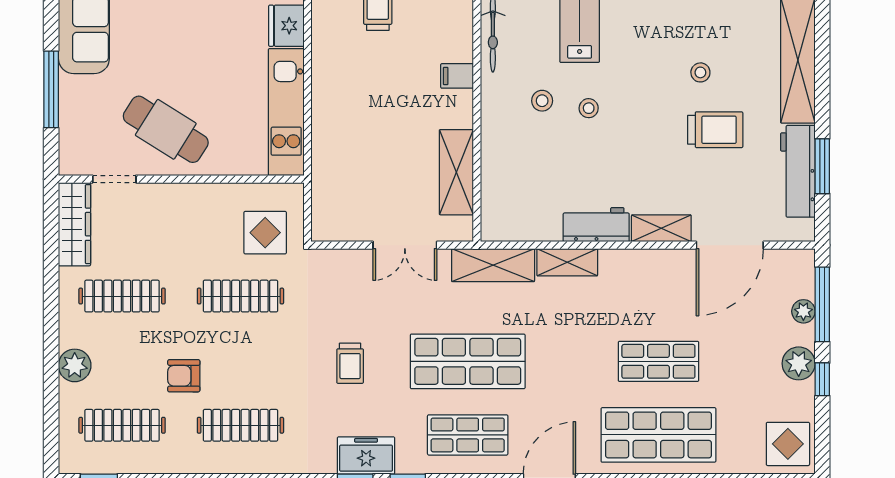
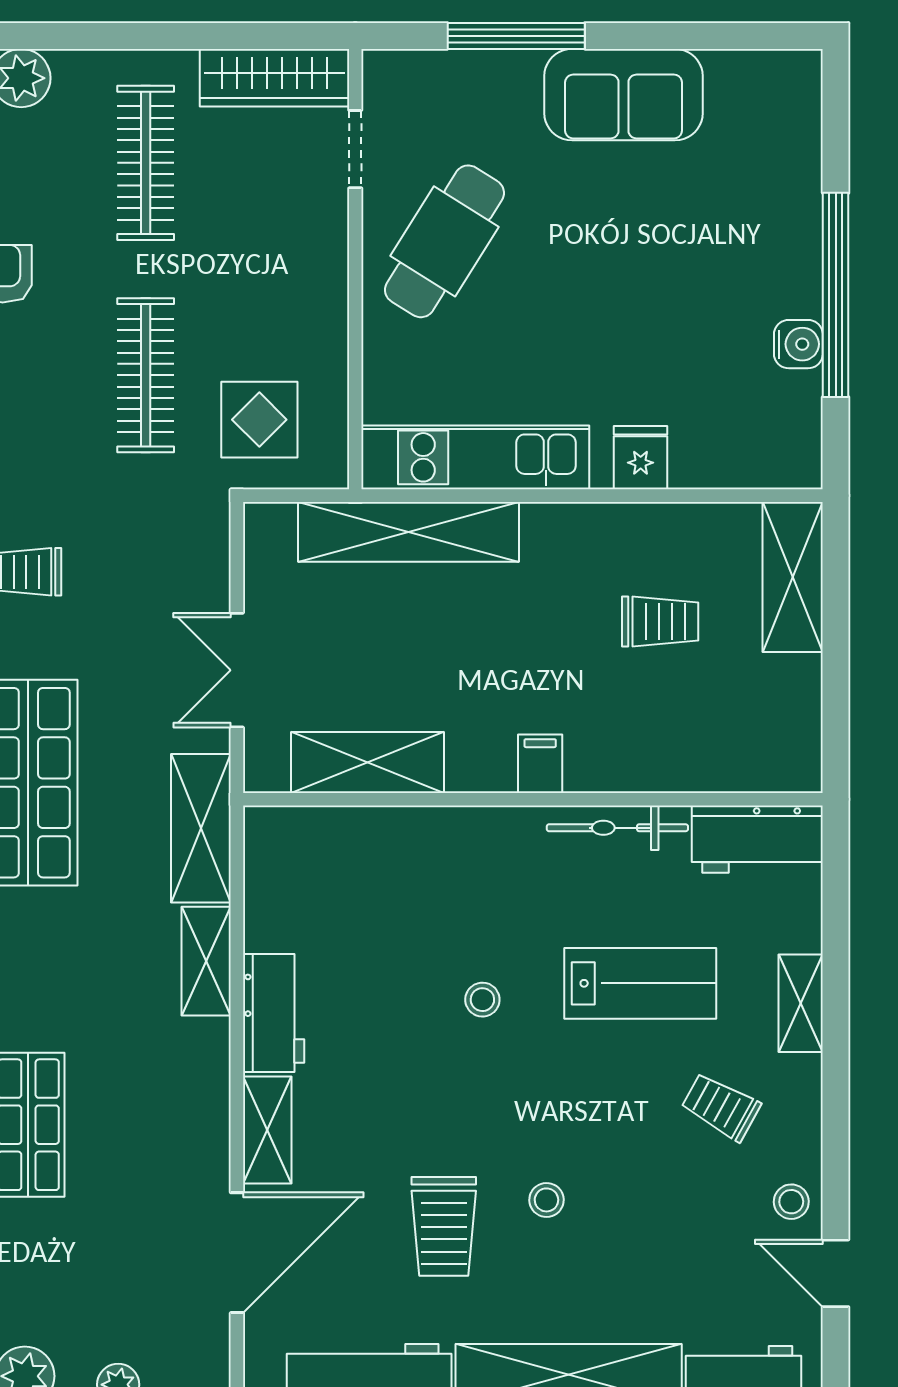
fridge: (286, 26) -> (641, 458), width x0.72
stool: (542, 101) -> (496, 916), removed
shelving: (328, 149) -> (409, 532), added
door: (730, 245) -> (237, 1253), swing flipped

